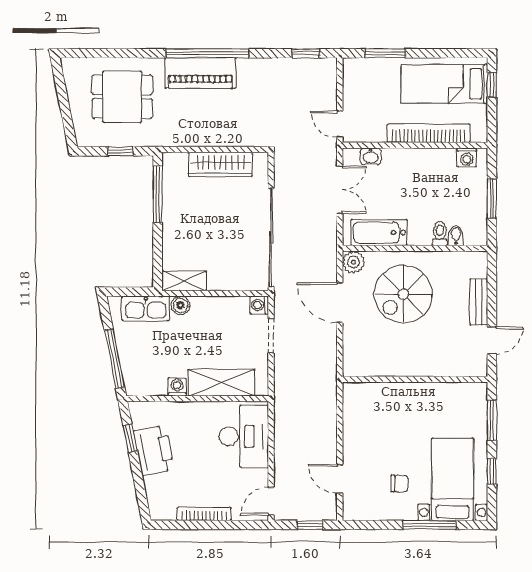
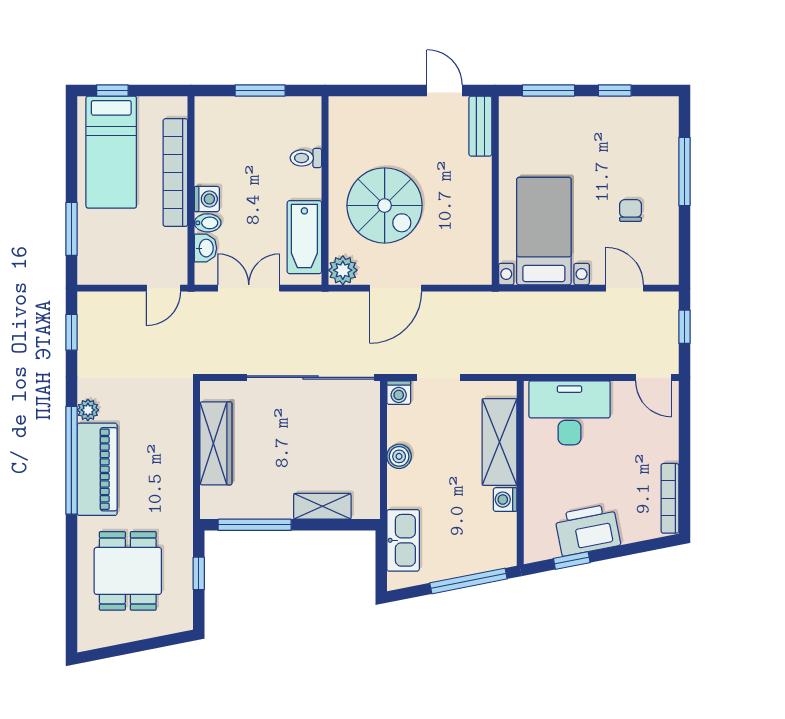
plant: (246, 66) -> (88, 410), added
washing machine: (467, 157) -> (207, 199), moved
bidet: (456, 235) -> (208, 223), moved, turned 180
shelving: (184, 281) -> (322, 506), moved, turned 90
bench: (479, 302) -> (480, 126), moved, turned 90
boiler: (181, 305) -> (399, 456), moved
door: (340, 479) -> (625, 288), swing flipped
bed with nightstands: (453, 479) -> (544, 231), moved, turned 90
bookcase: (204, 514) -> (670, 498), moved

